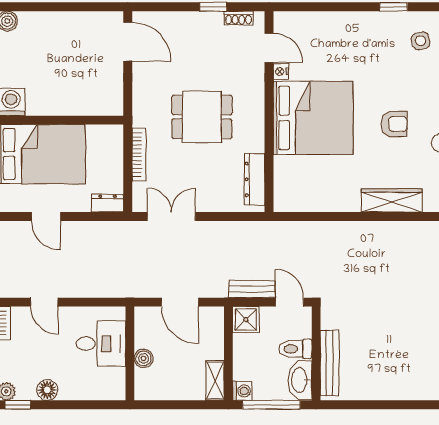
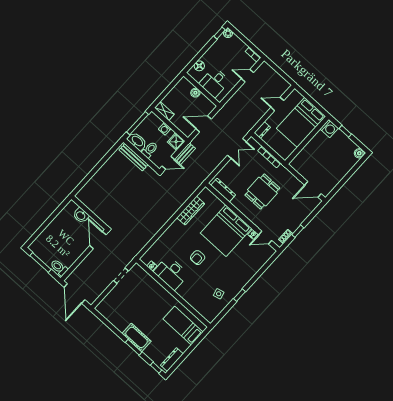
wardrobe: (392, 200) -> (191, 211), moved
floor lamp: (47, 390) -> (199, 66), moved
washing machine: (242, 391) -> (165, 129), moved

